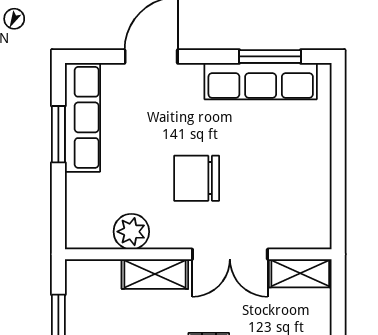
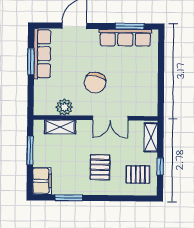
chair: (197, 178) -> (95, 83), turned -77
shelving: (300, 273) -> (151, 137), moved, turned 90
shelving: (155, 274) -> (60, 127), moved

